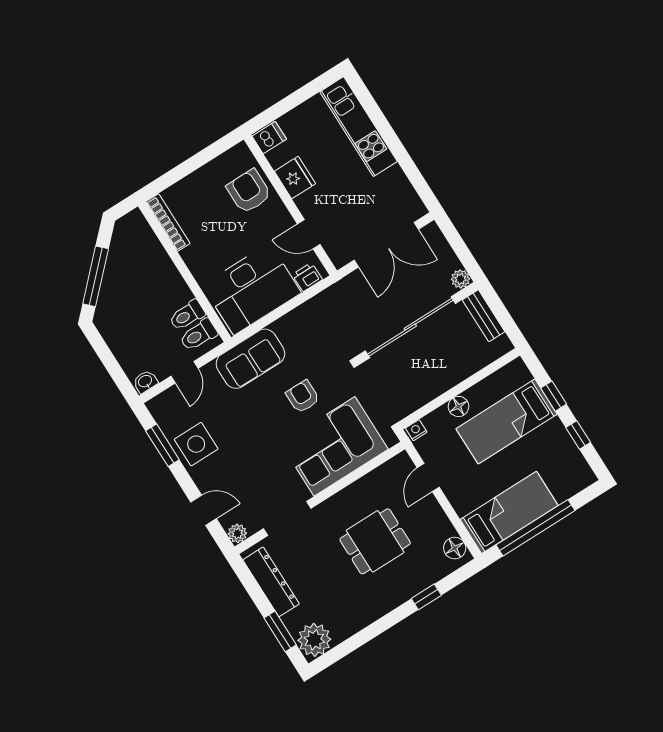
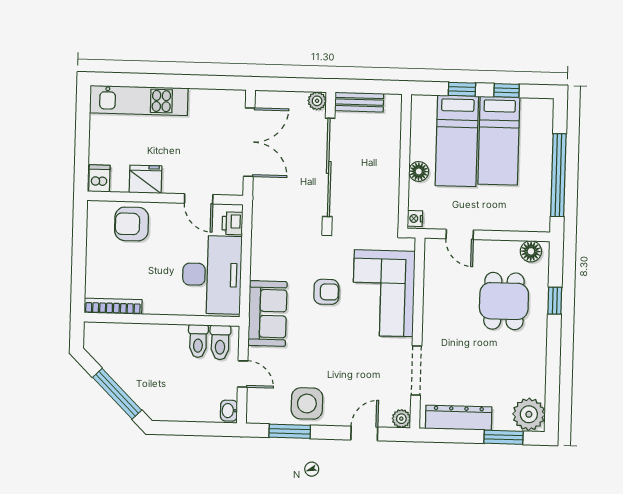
door: (309, 234) -> (199, 199), hinge flipped
armchair: (303, 397) -> (326, 292), turned 180
bed: (509, 512) -> (499, 141), moved, turned 180
dining table: (375, 541) -> (504, 301), moved

